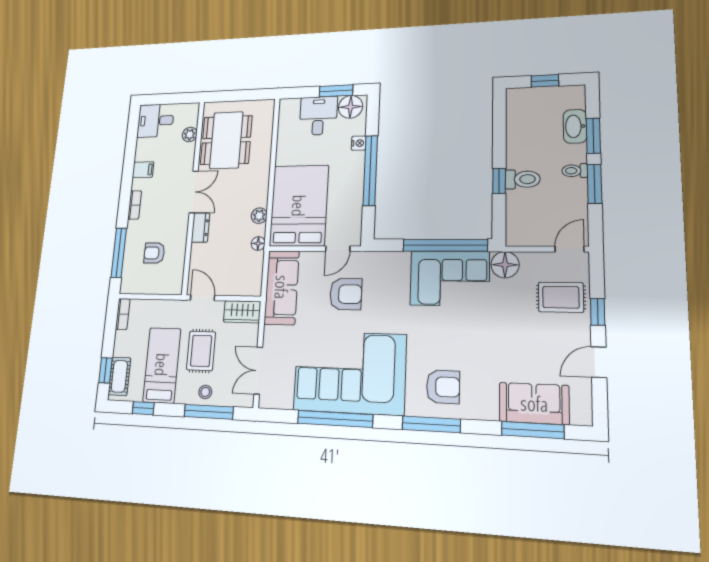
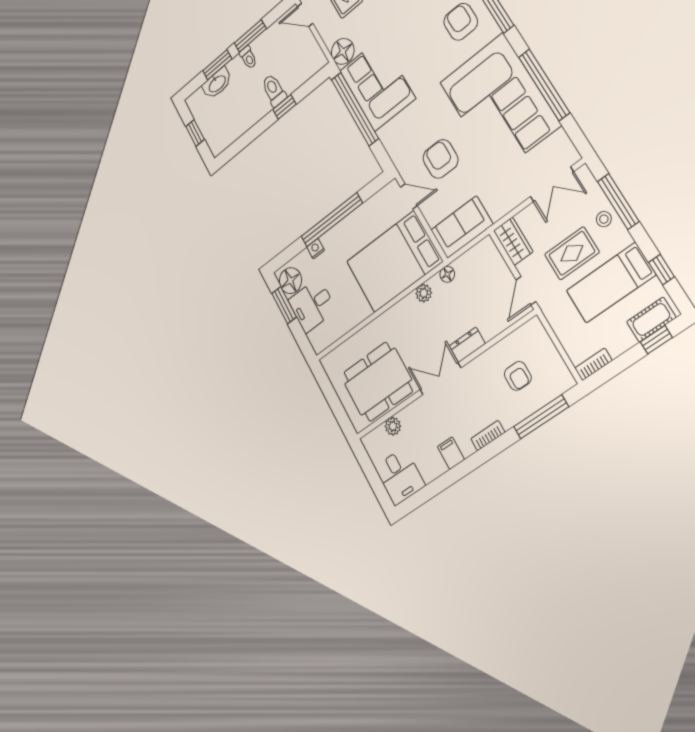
sofa: (282, 287) -> (462, 227), width x0.73

